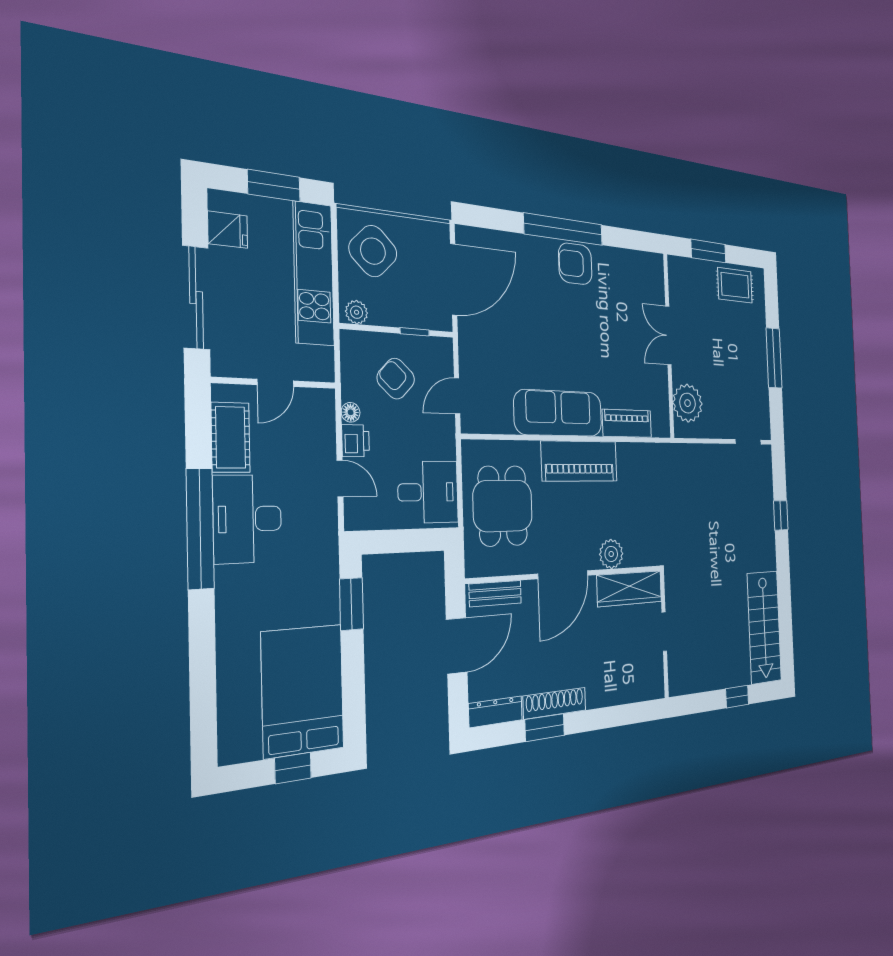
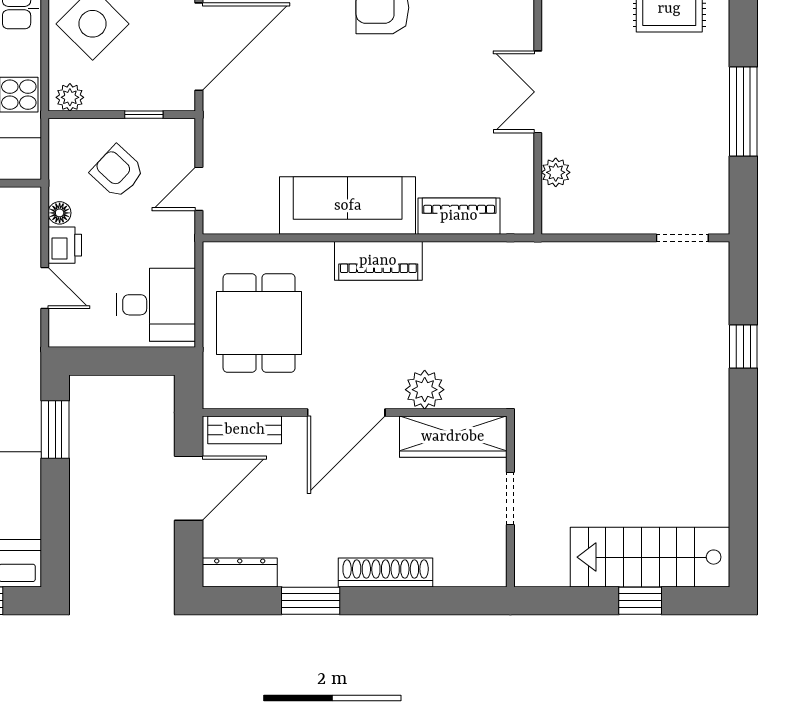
plant: (688, 403) -> (556, 172), width x0.53, depth x0.53
piano: (580, 461) -> (378, 261), width x0.73, depth x0.75
stairs: (764, 627) -> (650, 557), moved, turned 90
shoe rack: (555, 703) -> (386, 573), moved

